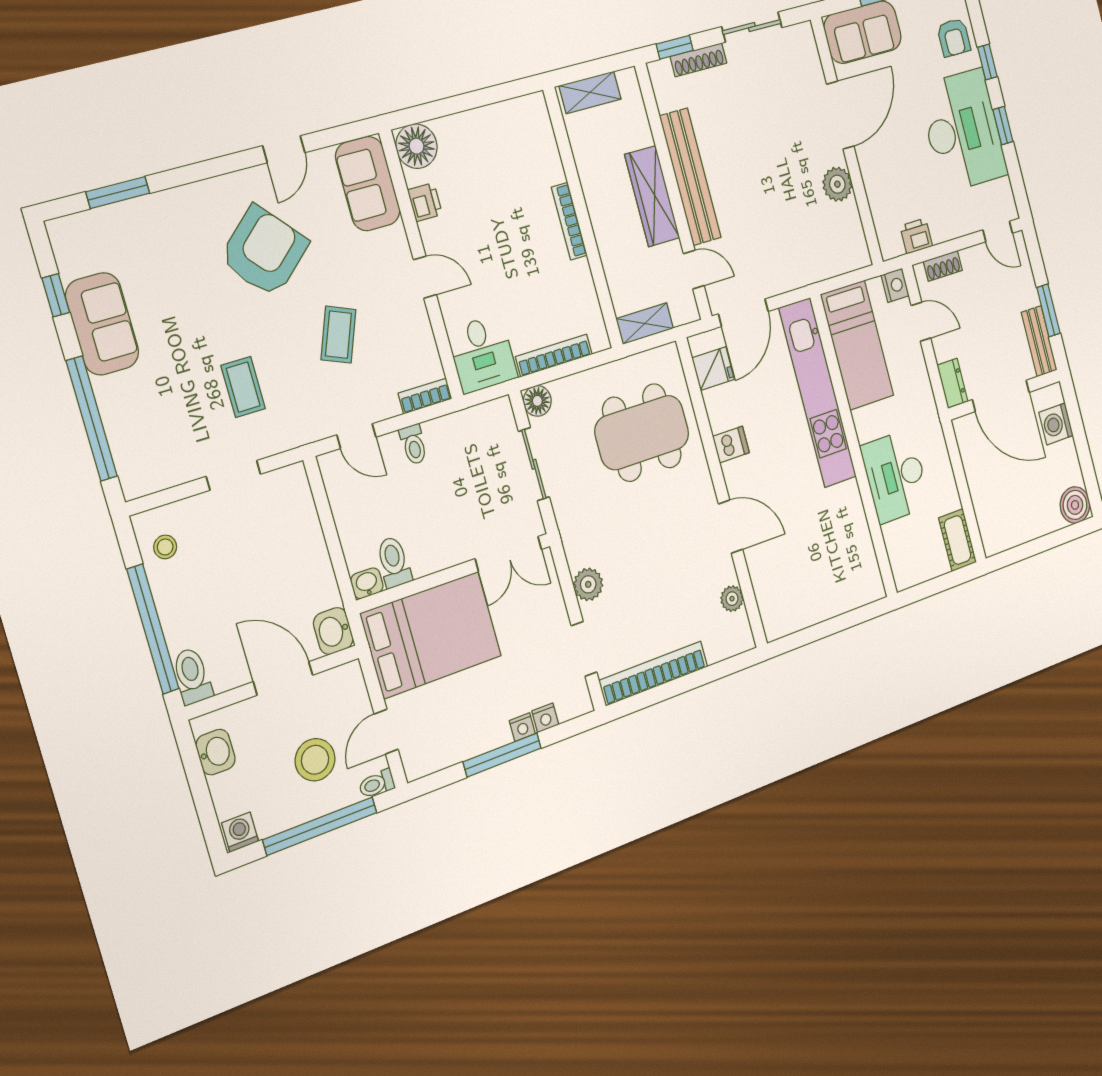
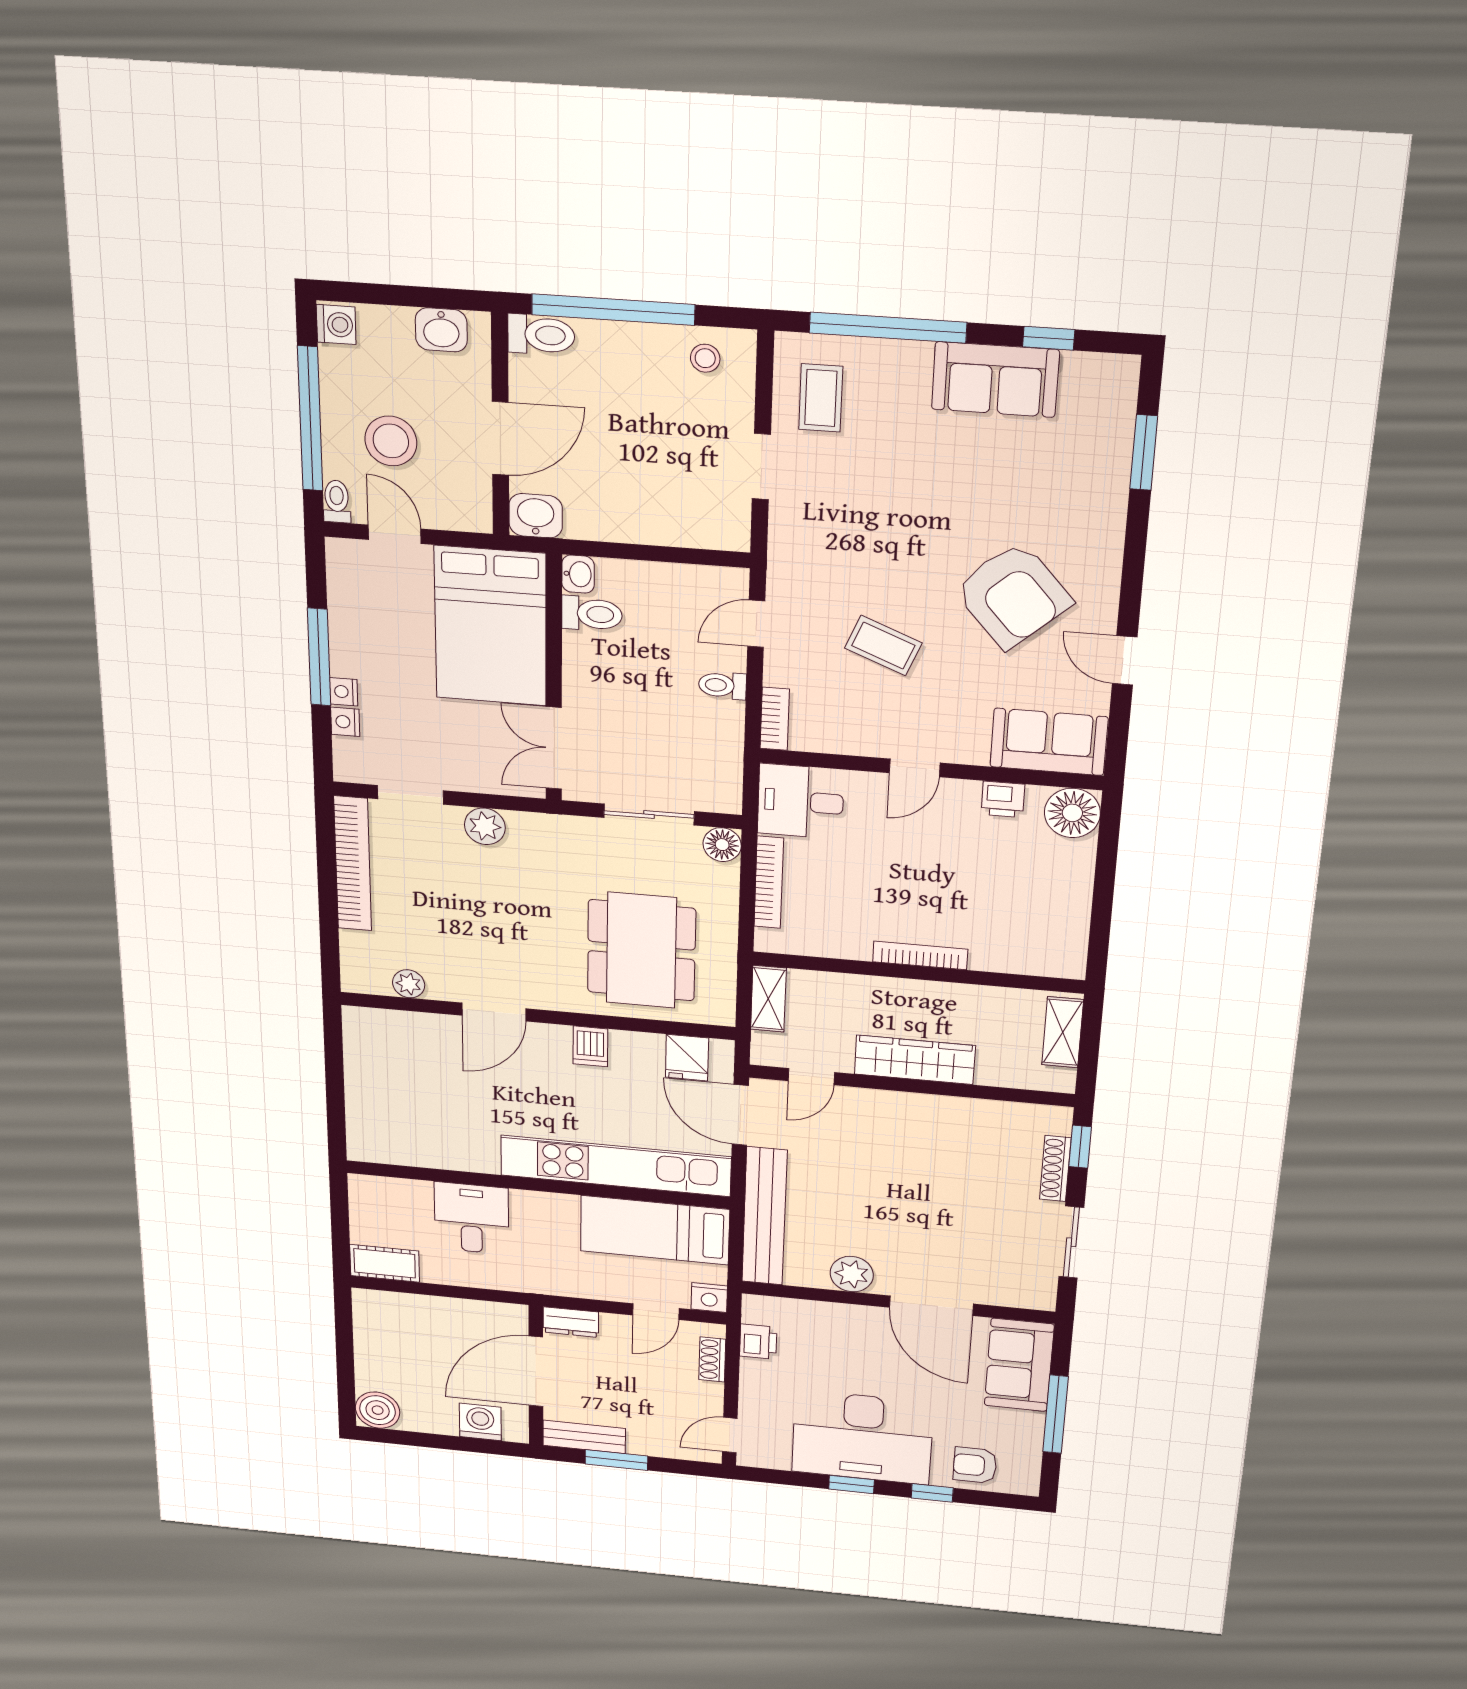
bench: (690, 177) -> (764, 1216), moved, turned 90
coffee table: (243, 387) -> (821, 398), moved, turned 90
desk: (896, 476) -> (471, 1218), width x0.73

